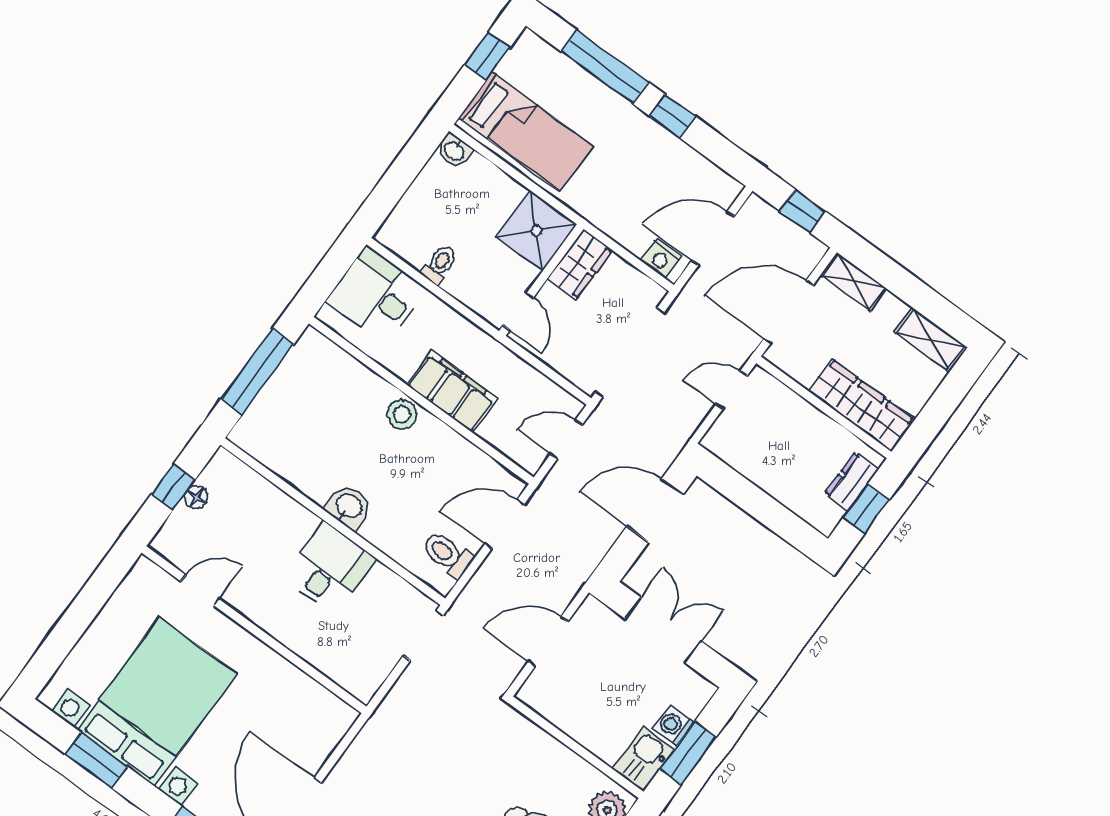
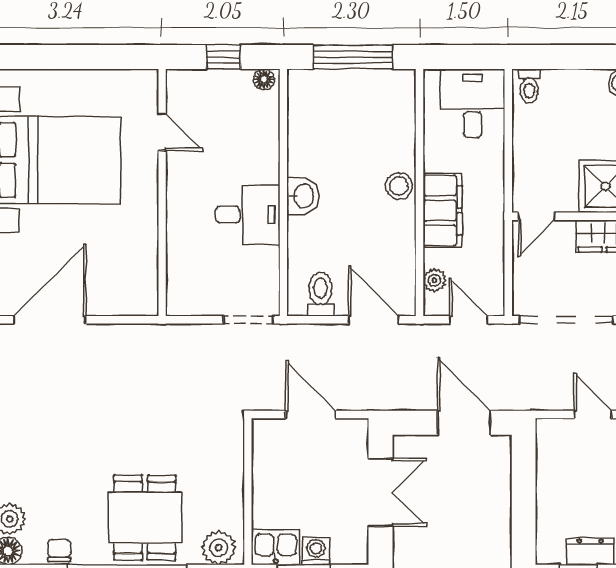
toilet: (439, 264) -> (529, 86), moved, turned 90
plant: (509, 444) -> (434, 280), added
floor lamp: (196, 497) -> (264, 79), moved

